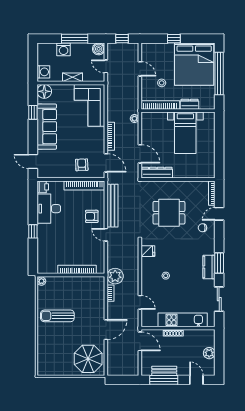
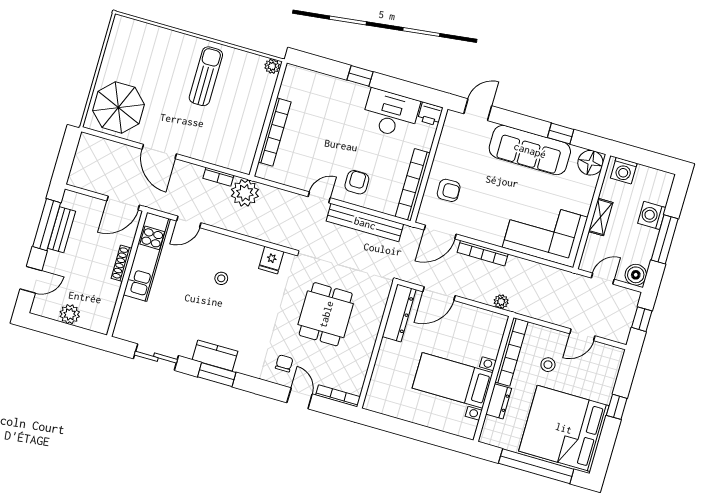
kitchen unit: (183, 320) -> (147, 257), moved

